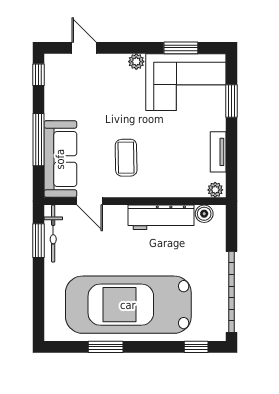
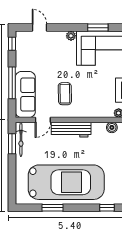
door: (90, 201) -> (43, 120), hinge flipped
workbench: (161, 217) -> (71, 130), moved
car: (128, 305) -> (66, 182), turned 180

